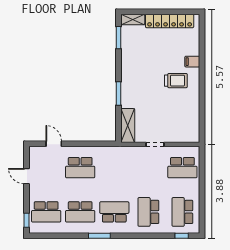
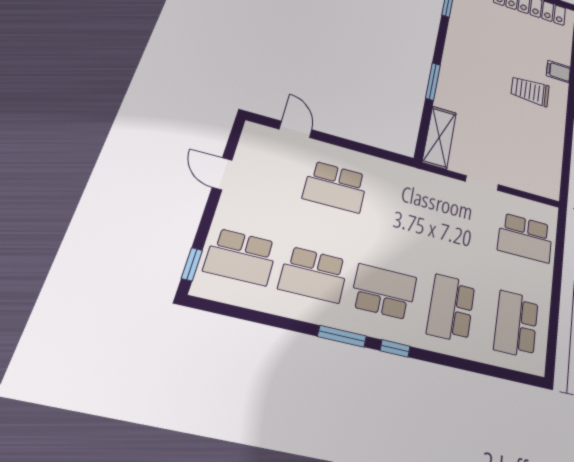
trolley: (176, 81) -> (530, 91), turned 180
window: (182, 236) -> (395, 348), moved

